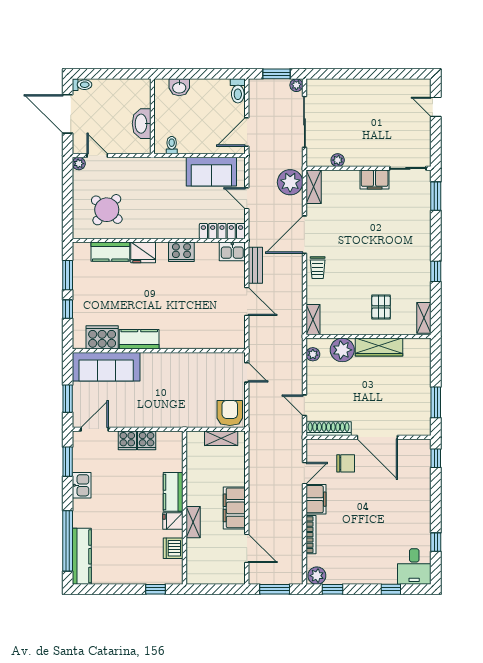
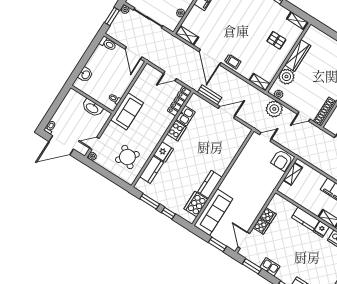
sofa: (211, 172) -> (127, 111), moved
plant: (290, 182) -> (274, 109), moved
kitchen sink: (232, 251) -> (186, 116), moved
armchair: (230, 413) -> (282, 160), turned -90

